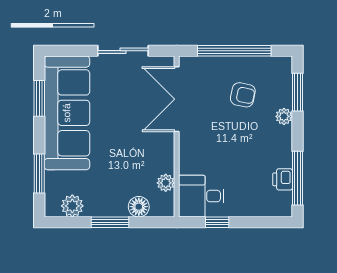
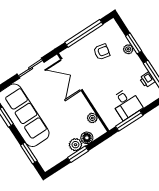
window: (298, 92) -> (134, 43), moved
desk: (201, 196) -> (126, 104), moved, turned -90
plant: (72, 206) -> (75, 145), moved
window: (217, 222) -> (129, 121), width x2.17

